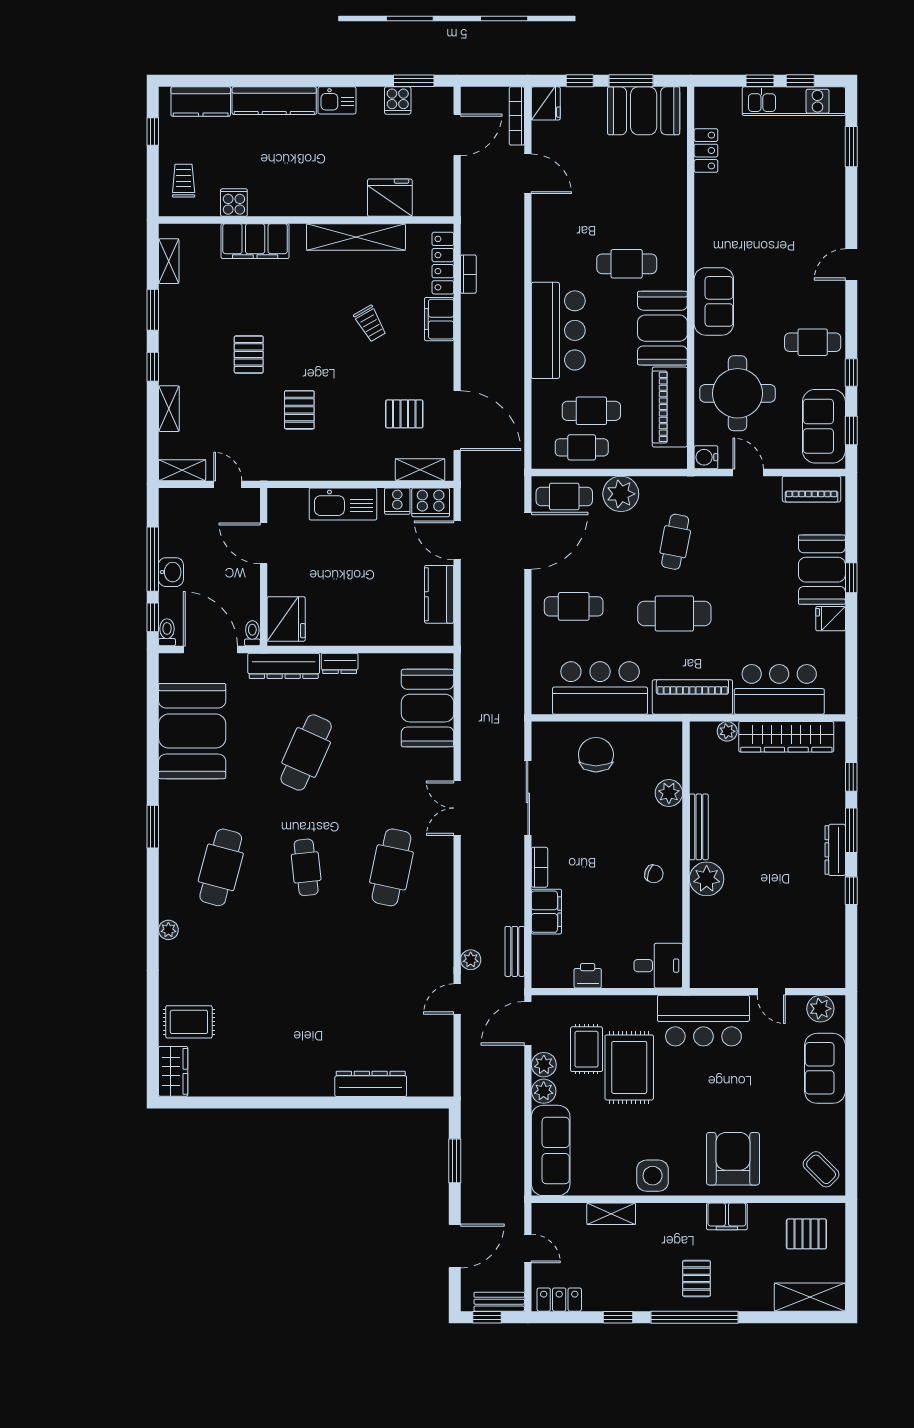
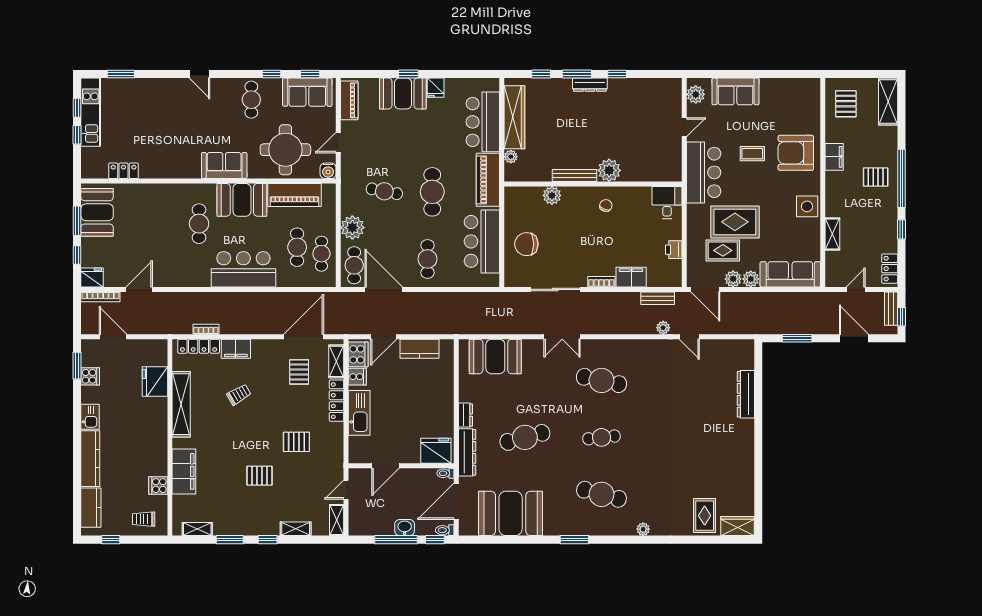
locker: (361, 470) -> (337, 401), added
cafe table: (306, 752) -> (525, 437), turned -39
coffee table: (821, 1169) -> (752, 154), moved, turned 45

